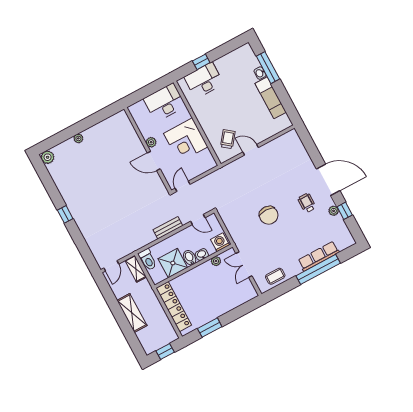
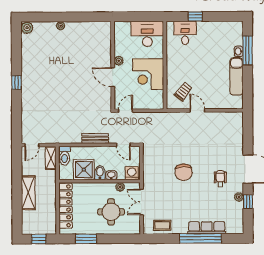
desk: (204, 80) -> (185, 33), width x0.73
round table: (220, 289) -> (111, 212), added

